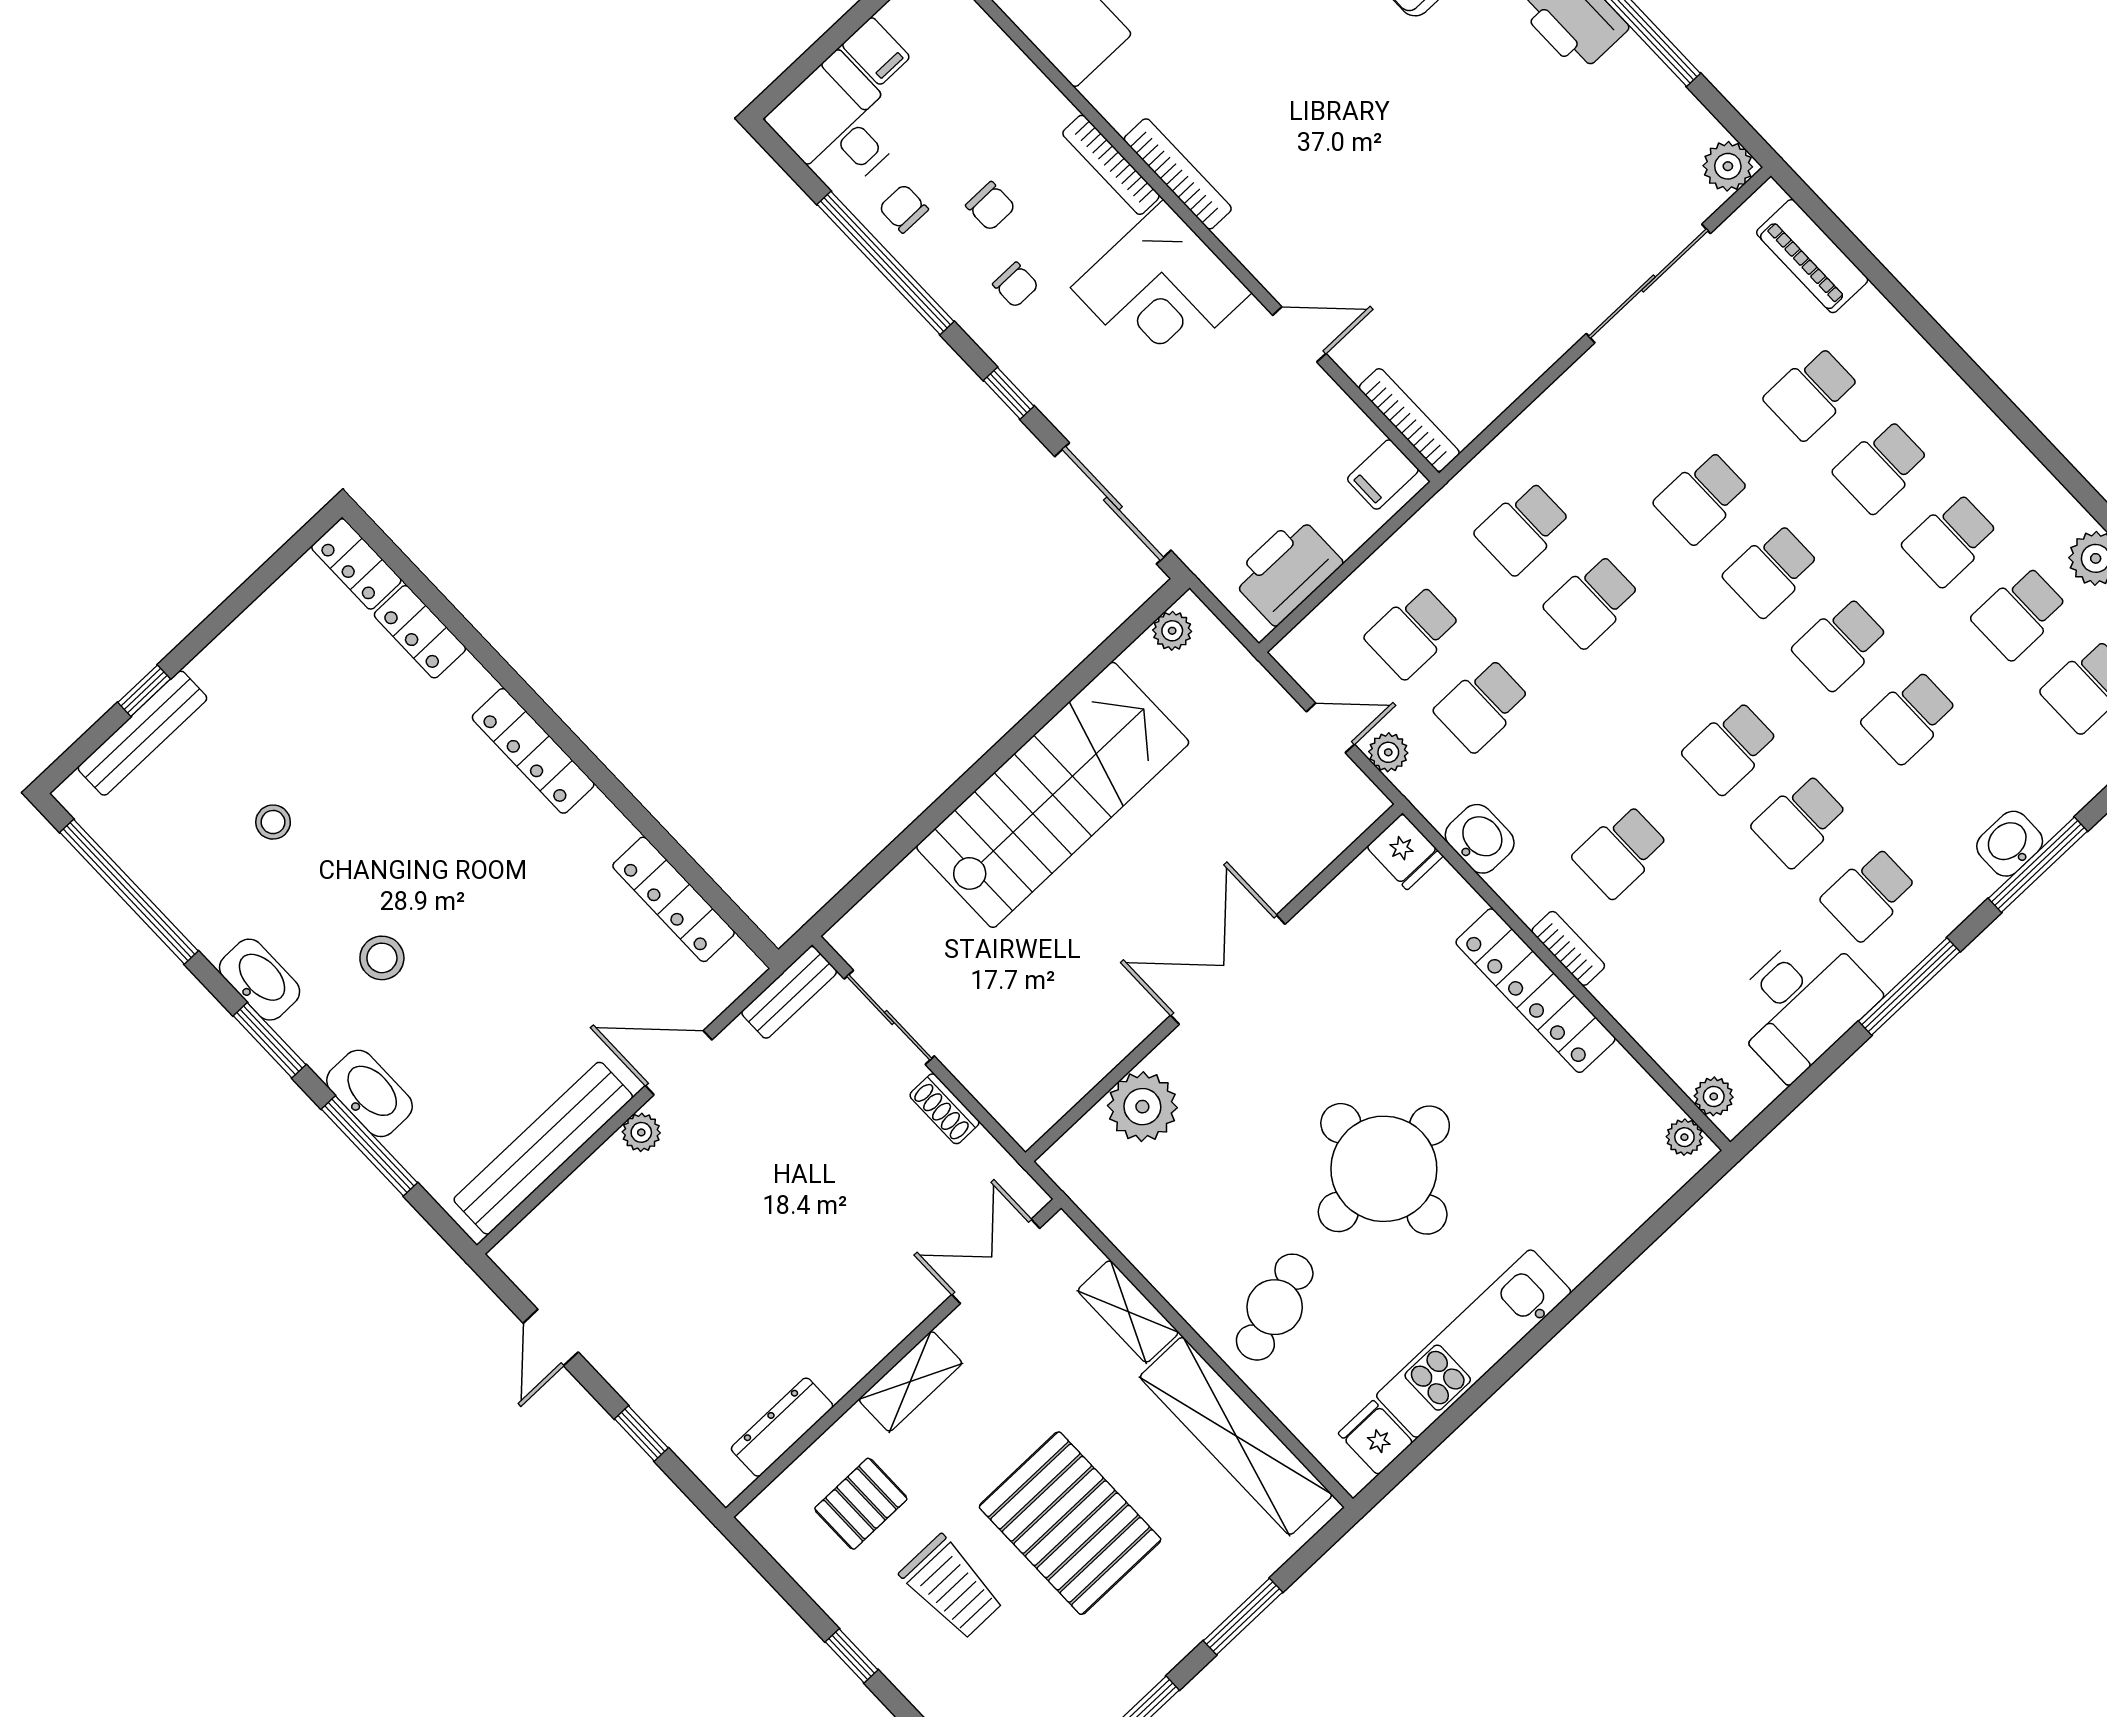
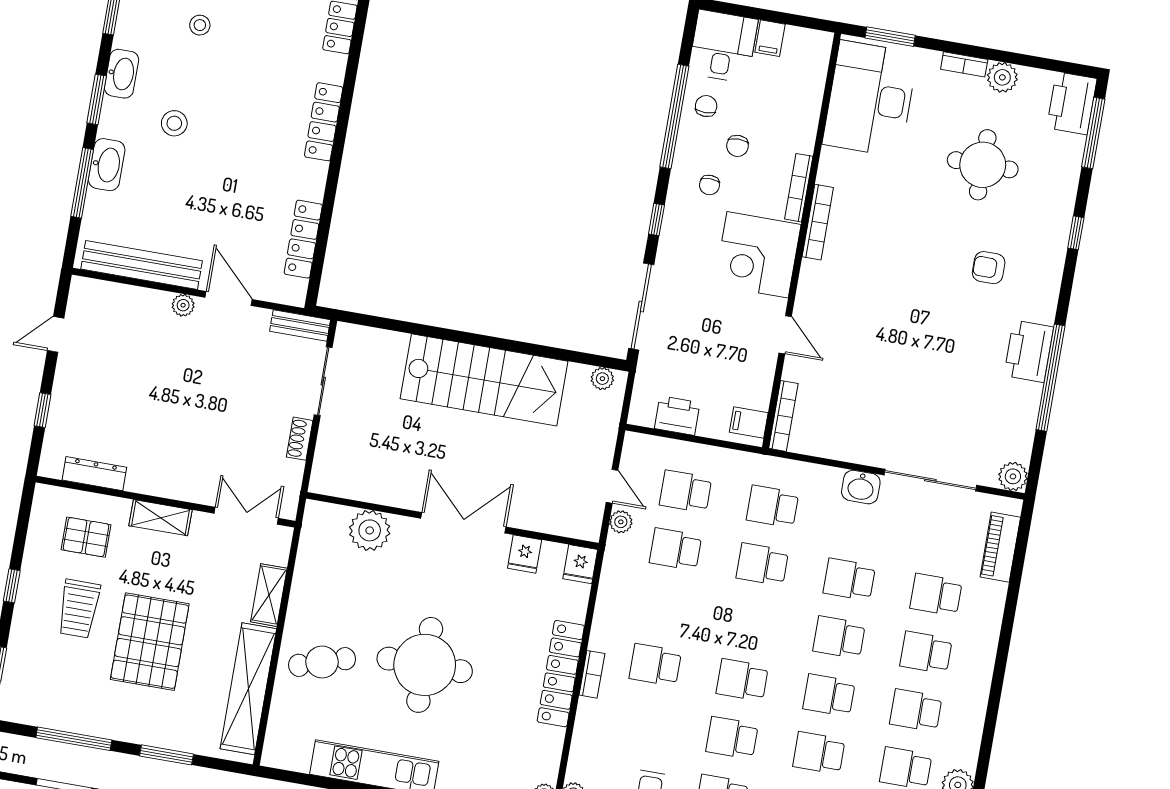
printer: (1286, 570) -> (677, 415), width x0.73, depth x0.84
washbasin: (1480, 839) -> (861, 487), moved, turned 90
fridge: (1376, 1438) -> (525, 554), moved, turned 180

